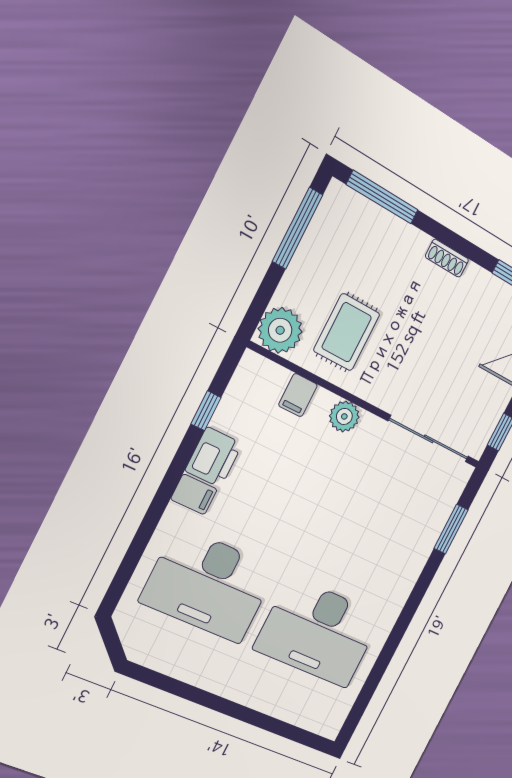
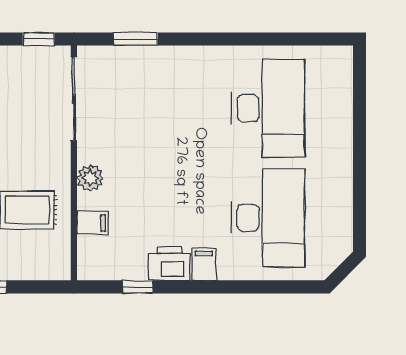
plant: (280, 330) -> (52, 262), removed

